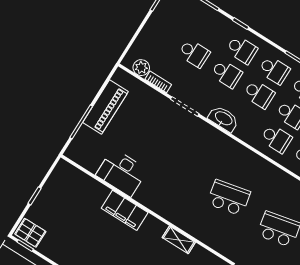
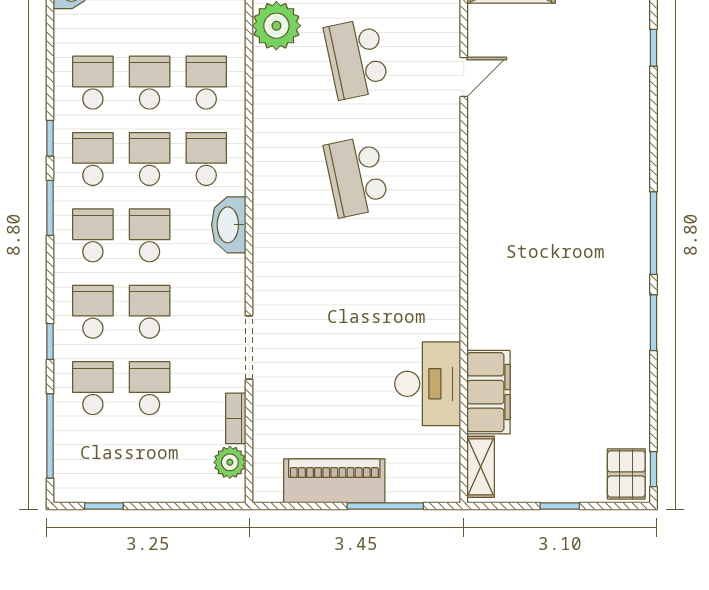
school desk: (209, 29) -> (93, 388), added
washbasin: (223, 119) -> (229, 225), moved
filing cabinet: (125, 210) -> (488, 392), moved
shelving: (179, 240) -> (481, 467), moved

